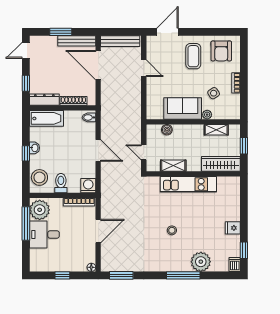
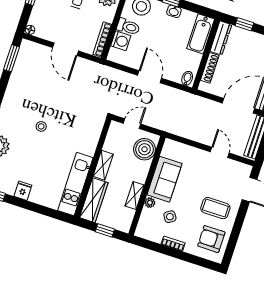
door: (144, 68) -> (220, 152), swing flipped
boiler: (167, 130) -> (145, 149), width x1.86, depth x1.86
shelving: (216, 130) -> (135, 195), moved
door: (98, 150) -> (150, 77), swing flipped
shelving: (173, 166) -> (103, 165), moved
kitchen unit: (188, 184) -> (75, 184), moved
washing machine: (88, 186) -> (121, 41), moved

